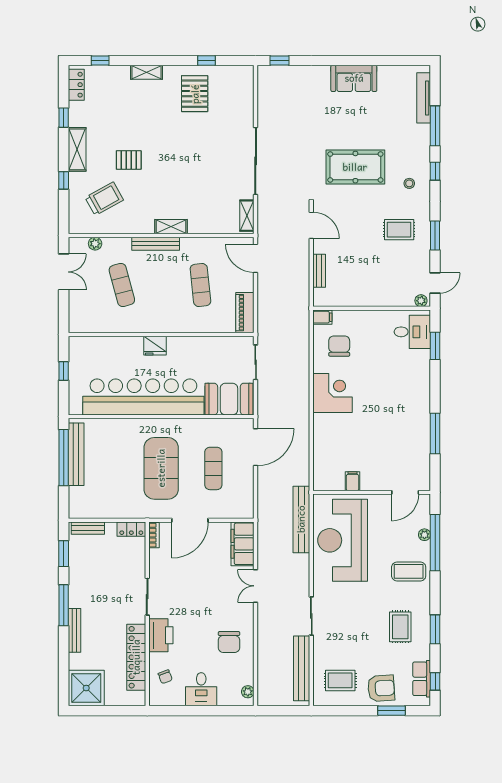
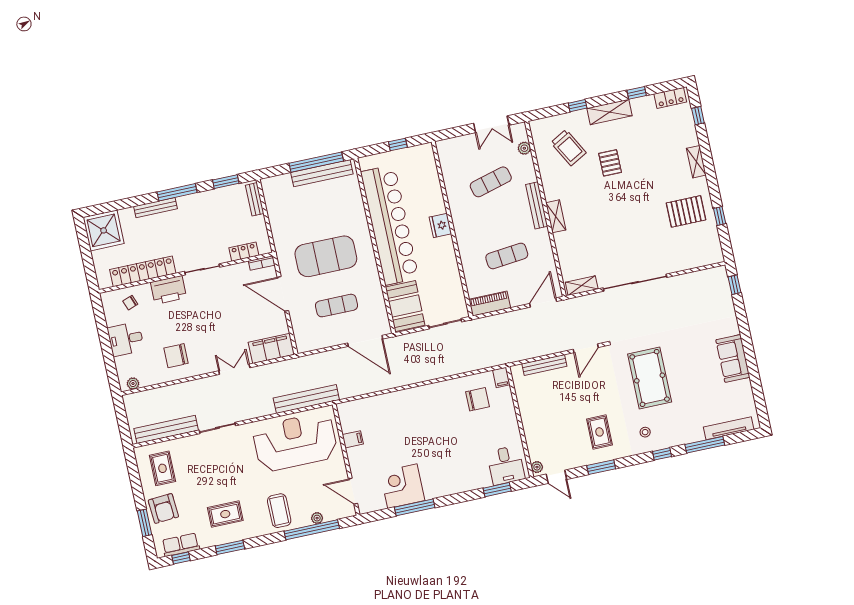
bench: (319, 271) -> (544, 365), width x1.36
corner desk: (332, 393) -> (402, 486), moved, turned 180
locker: (131, 529) -> (244, 252), moved, turned 90

